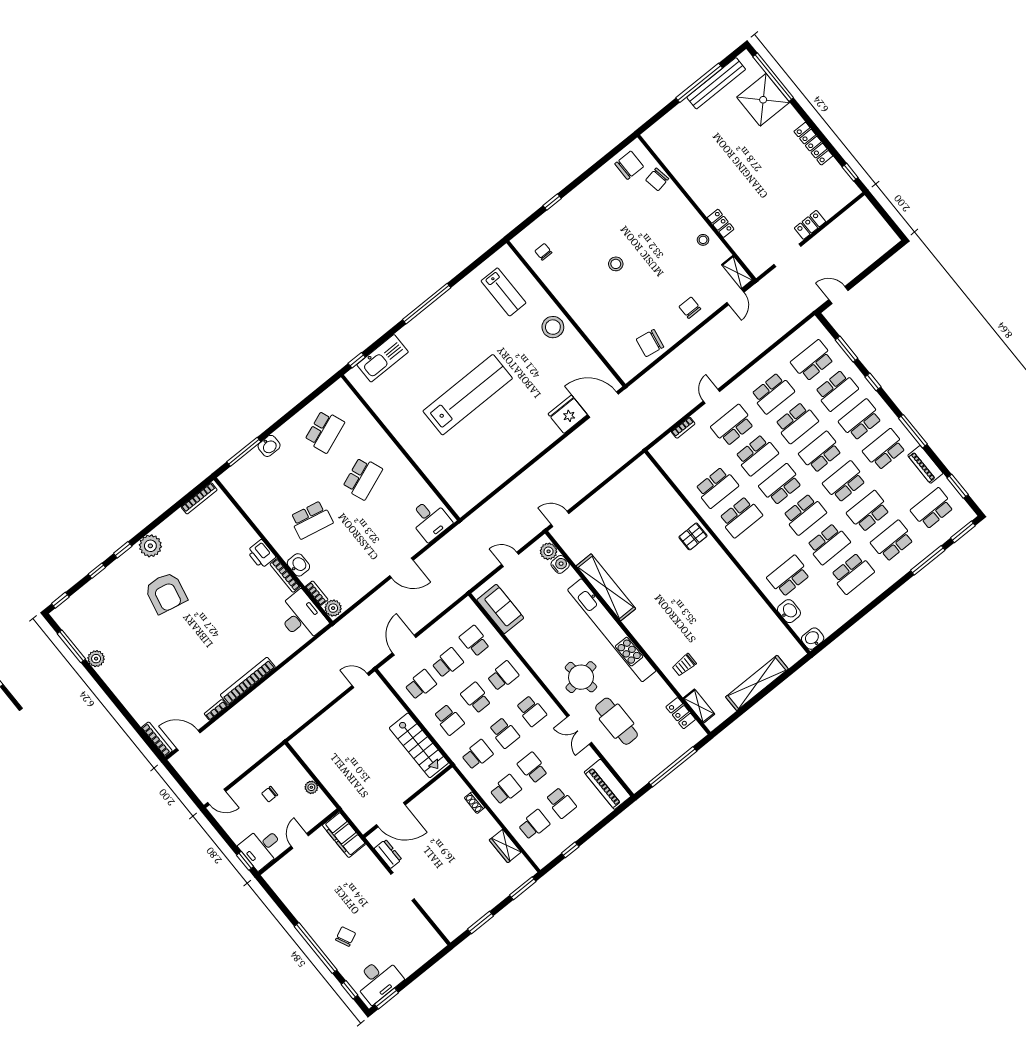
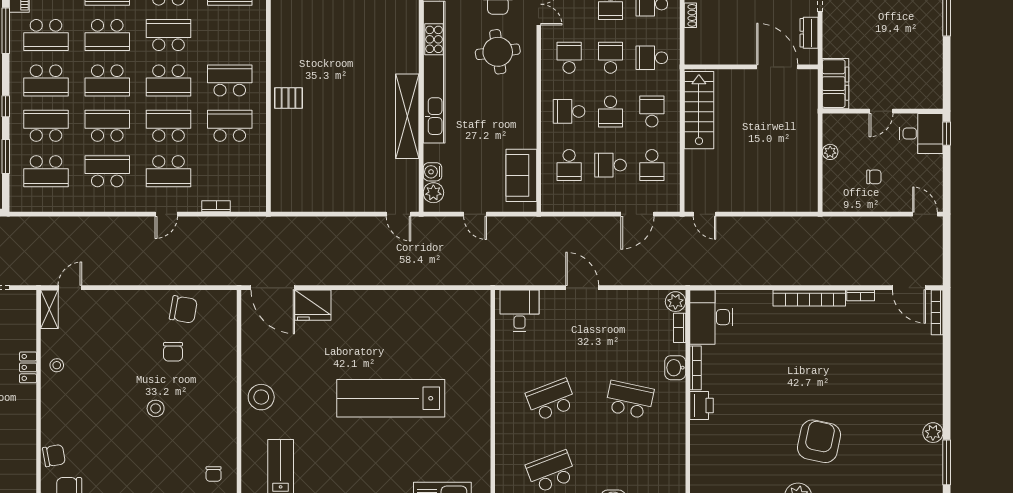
chair: (690, 308) -> (173, 352), moved
school desk: (421, 685) -> (652, 165), turned -90

